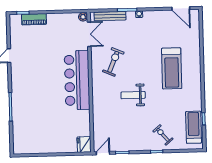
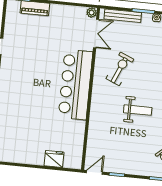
weight bench: (133, 95) -> (138, 110), turned 180
fridge: (84, 144) -> (54, 159), moved, turned 90

